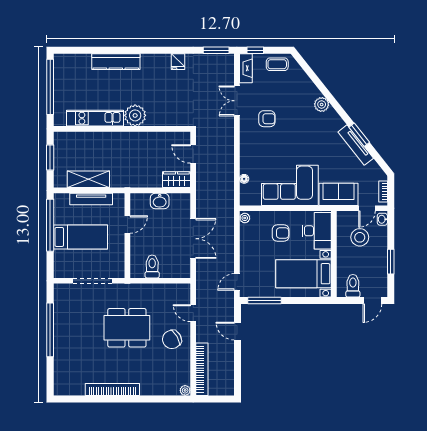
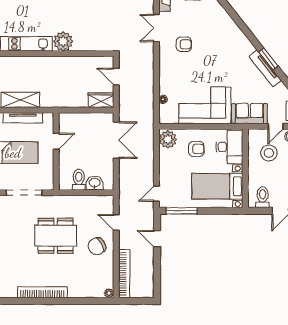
plant: (322, 104) -> (234, 31), removed
washbasin: (160, 201) -> (95, 183), moved, turned 180
plant: (245, 218) -> (168, 139), width x1.87, depth x1.87
double door: (193, 239) -> (116, 140), moved

